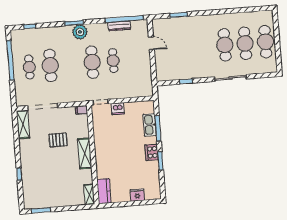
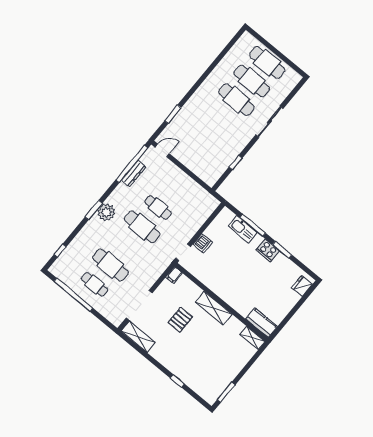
door: (151, 43) -> (162, 151), moved
fridge: (137, 195) -> (302, 286), moved

